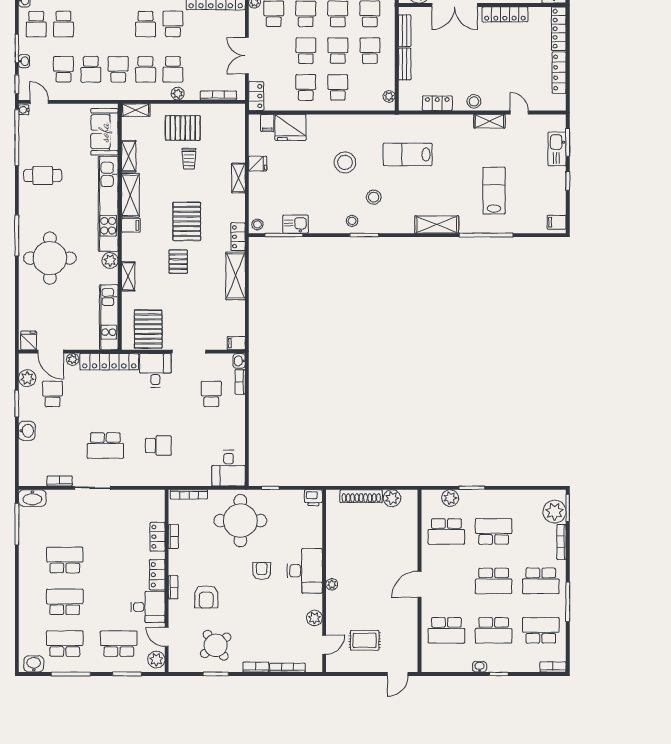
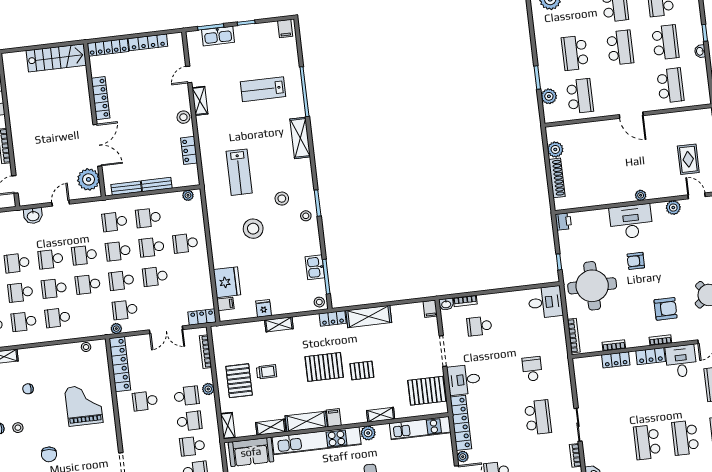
school desk: (146, 24) -> (148, 426), removed
school desk: (306, 87) -> (189, 272), removed

